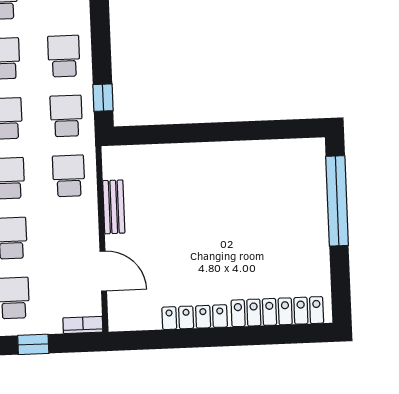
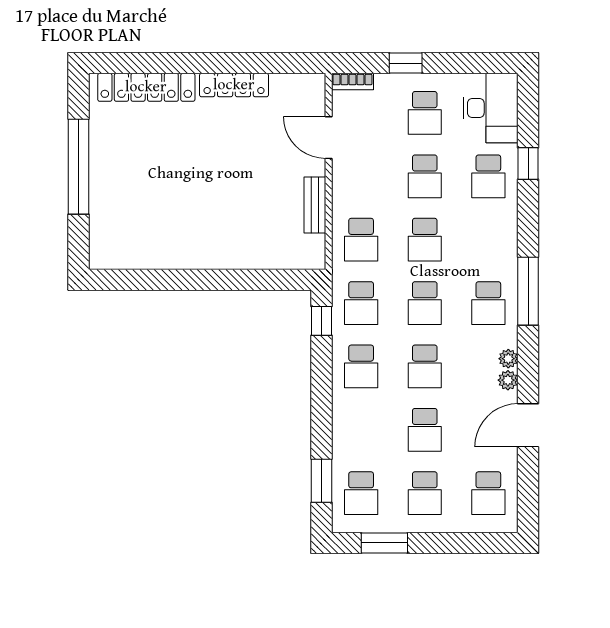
window: (337, 201) -> (78, 167), moved

